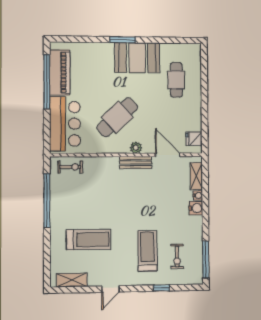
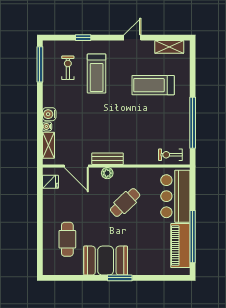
cafe table: (117, 117) -> (125, 203), width x0.73, depth x0.74

